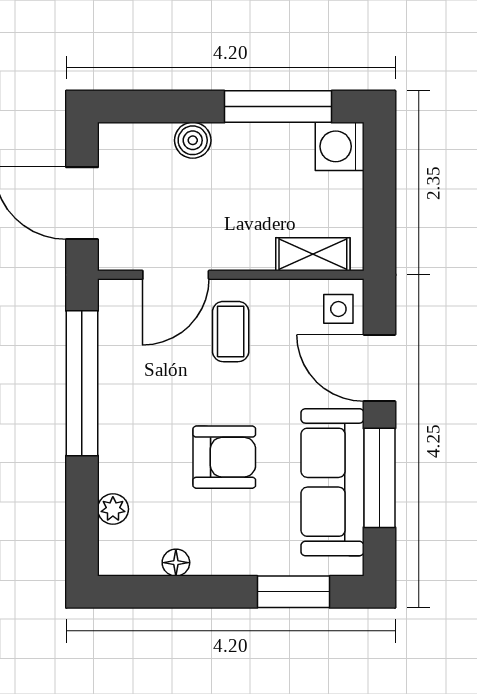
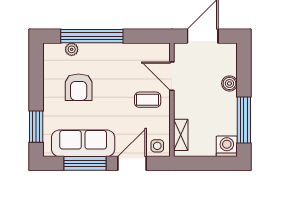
window: (82, 383) -> (92, 36), moved
armchair: (224, 457) -> (79, 87), moved
floor lamp: (176, 563) -> (49, 76), removed

